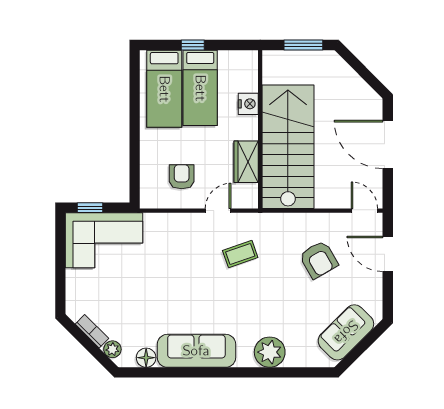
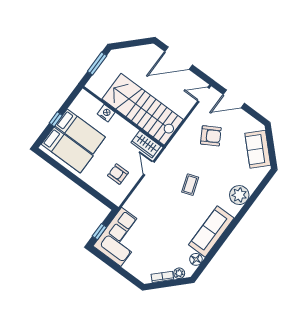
wardrobe: (246, 162) -> (146, 144), moved
coffee table: (240, 254) -> (190, 185), moved

